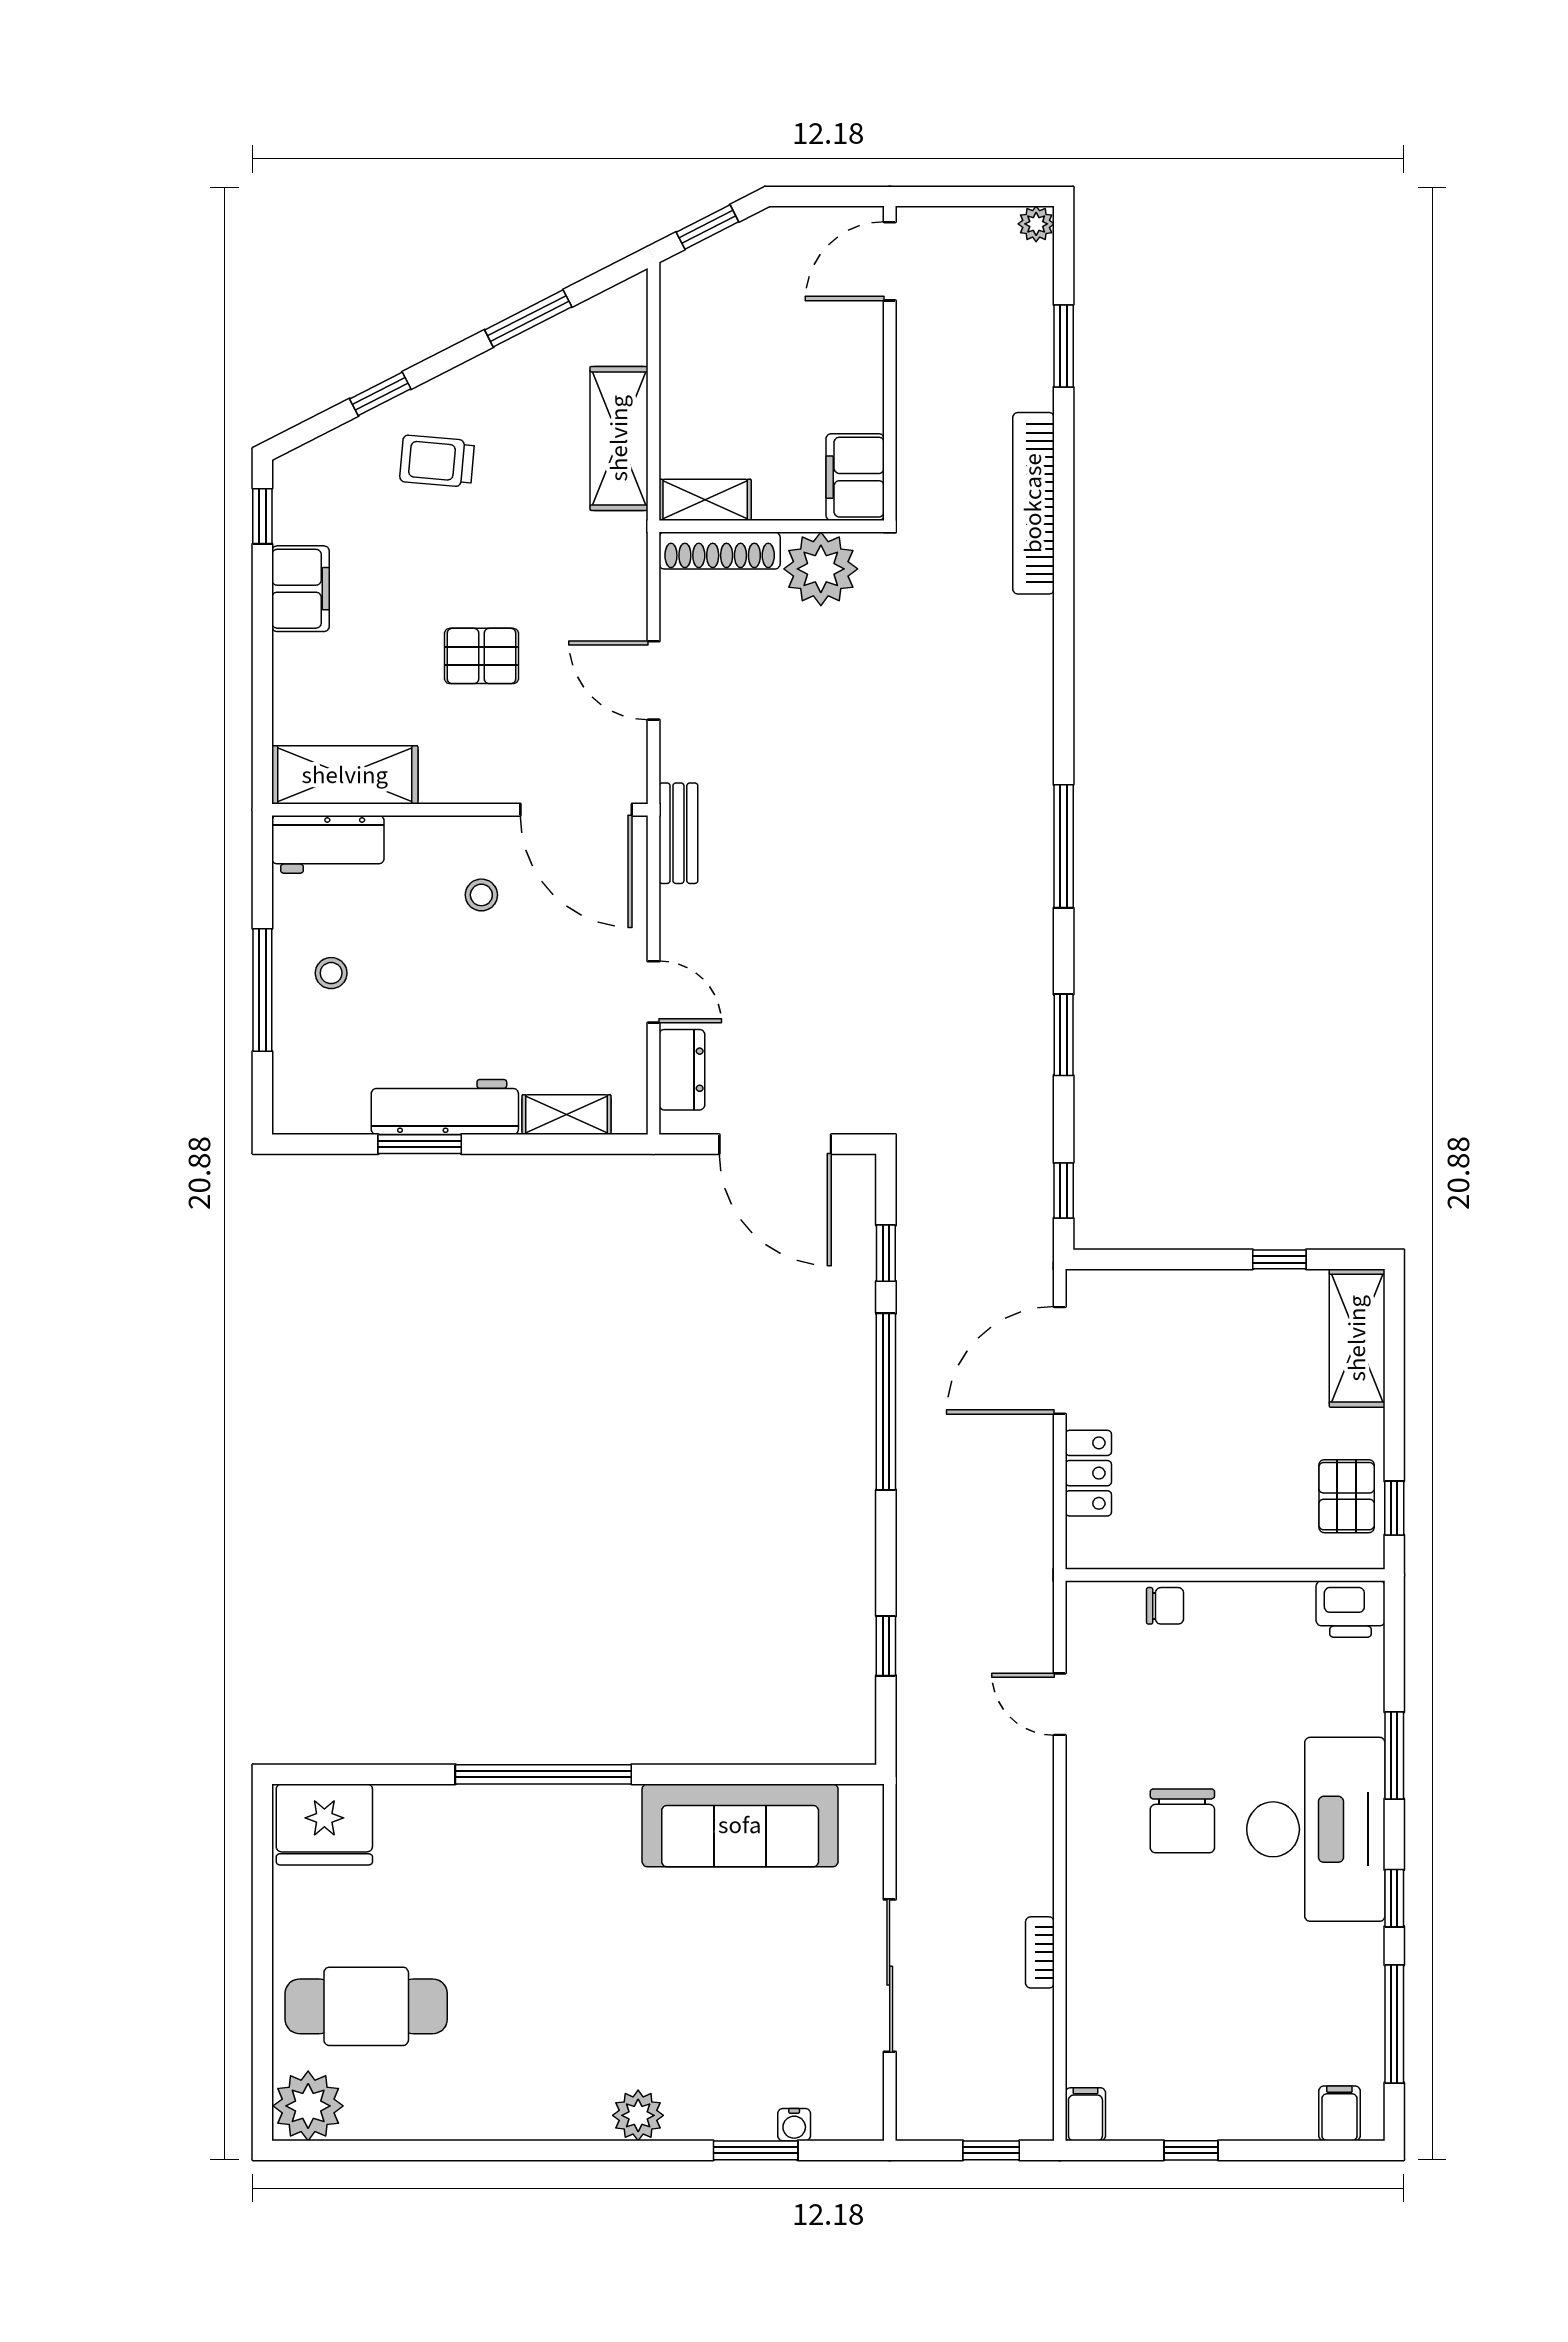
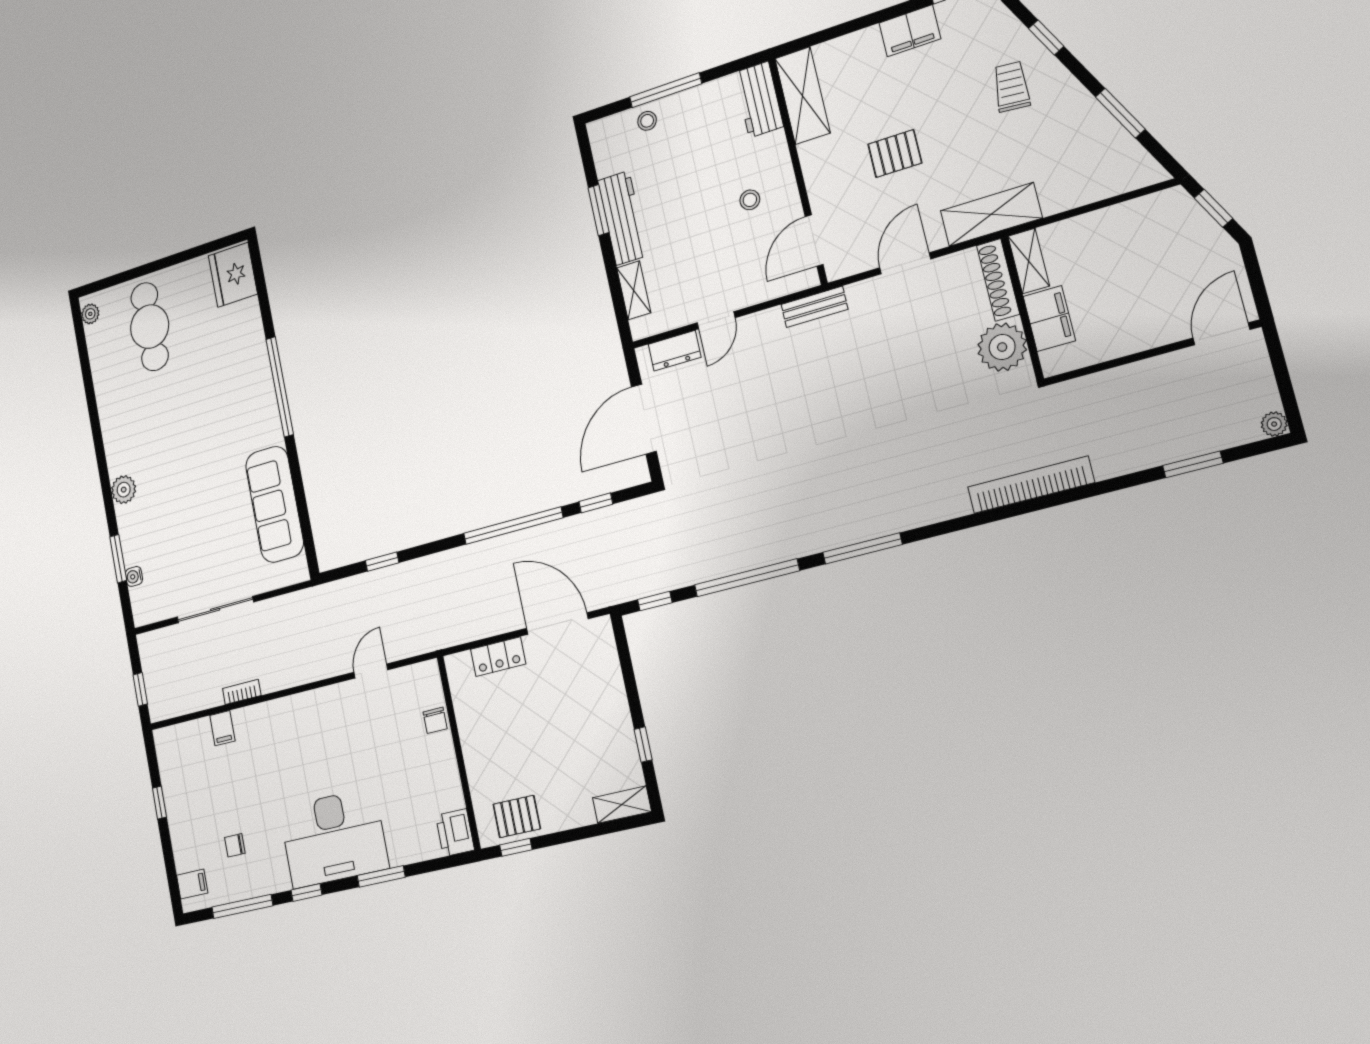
door: (890, 261) -> (1221, 334), hinge flipped
shelving: (619, 438) -> (991, 214), moved
filing cabinet: (855, 477) -> (1049, 318), moved, turned 90
bookcase: (1033, 503) -> (1031, 485), moved
pallet: (481, 656) -> (895, 154), turned 90
door: (576, 810) -> (814, 241), width x0.73
stool: (331, 973) -> (647, 121), moved
window: (1064, 1035) -> (747, 578), width x2.11
shelving: (1357, 1338) -> (622, 805), width x0.67, depth x0.75
chair: (1182, 1821) -> (235, 845), moved, width x0.54, depth x0.54
plant: (308, 2106) -> (90, 314), width x0.53, depth x0.53
filing cabinet: (1085, 2114) -> (222, 728), moved, turned 90

